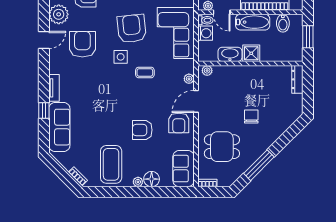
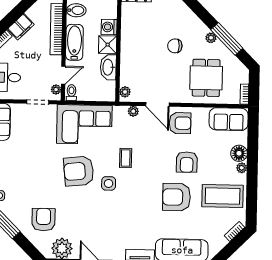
washing machine: (205, 33) -> (109, 27), moved, turned -90
armchair: (82, 44) -> (177, 197), moved
plant: (260, 150) -> (211, 38), added

